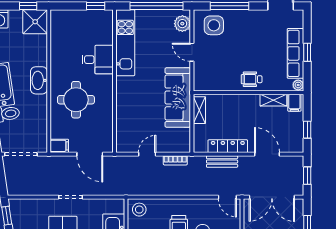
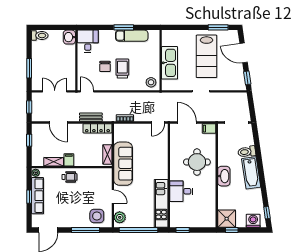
filing cabinet: (294, 103) -> (69, 160), moved
locker: (228, 146) -> (97, 128), moved
door: (147, 154) -> (158, 123), moved
double door: (272, 197) -> (55, 91), width x0.73

